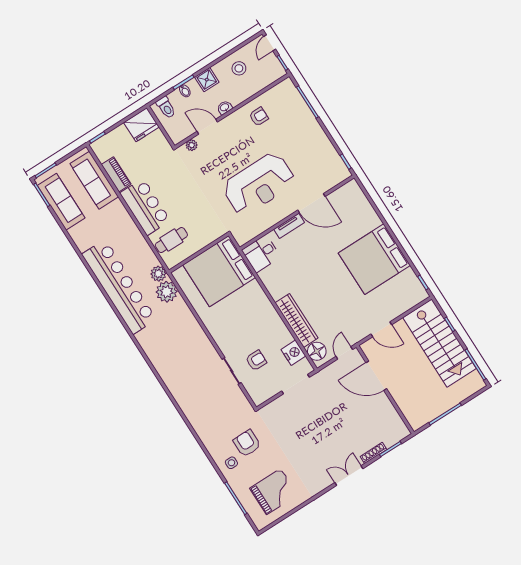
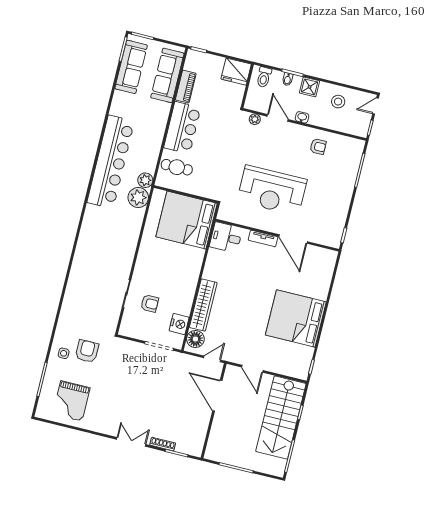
grand piano: (274, 492) -> (71, 401), turned 90

